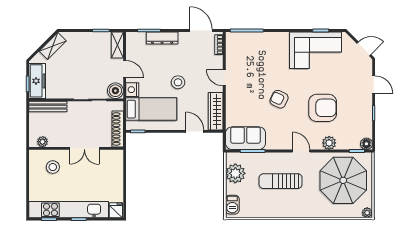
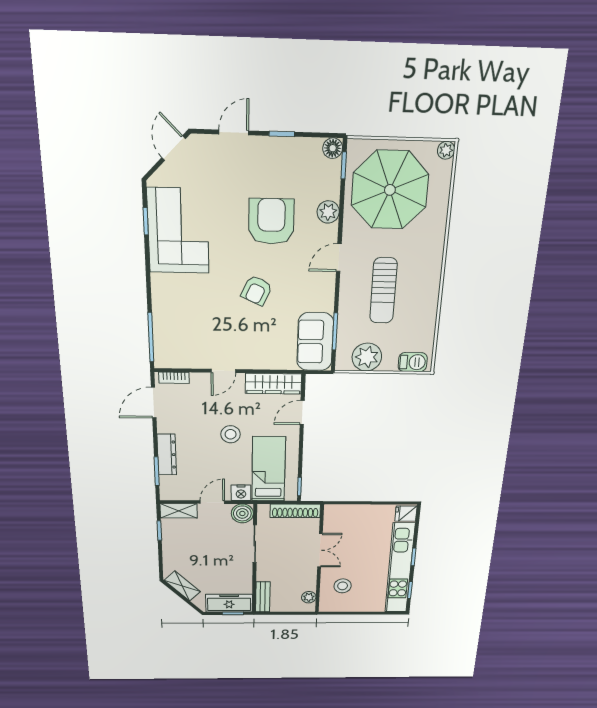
bench: (48, 107) -> (263, 597), width x0.73

